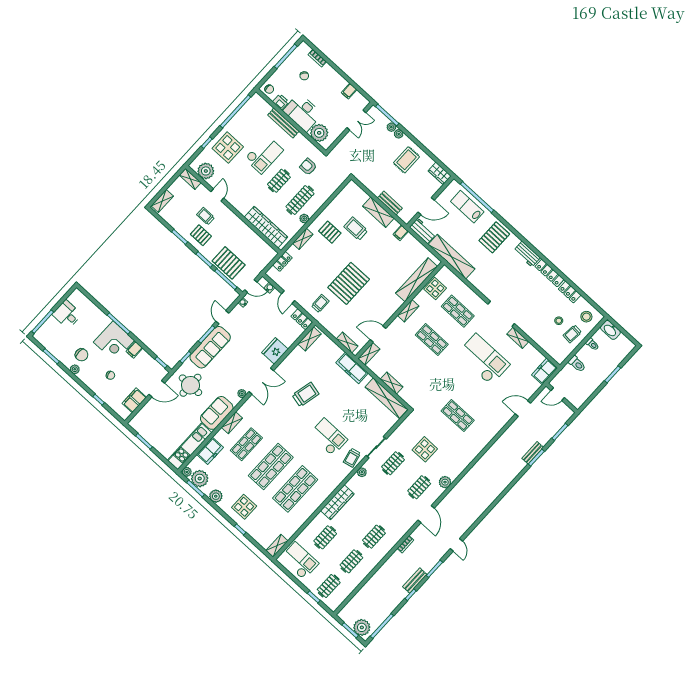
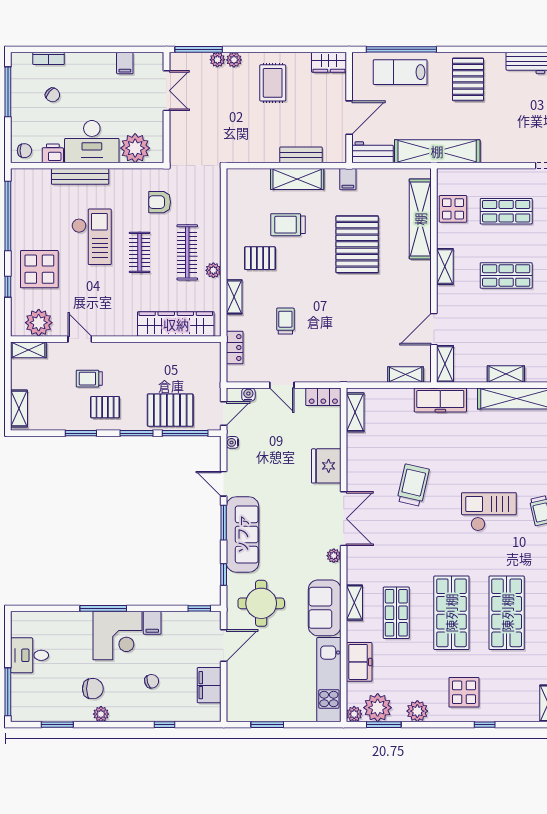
pallet: (349, 283) -> (357, 244), moved
trolley: (320, 303) -> (285, 321), moved

